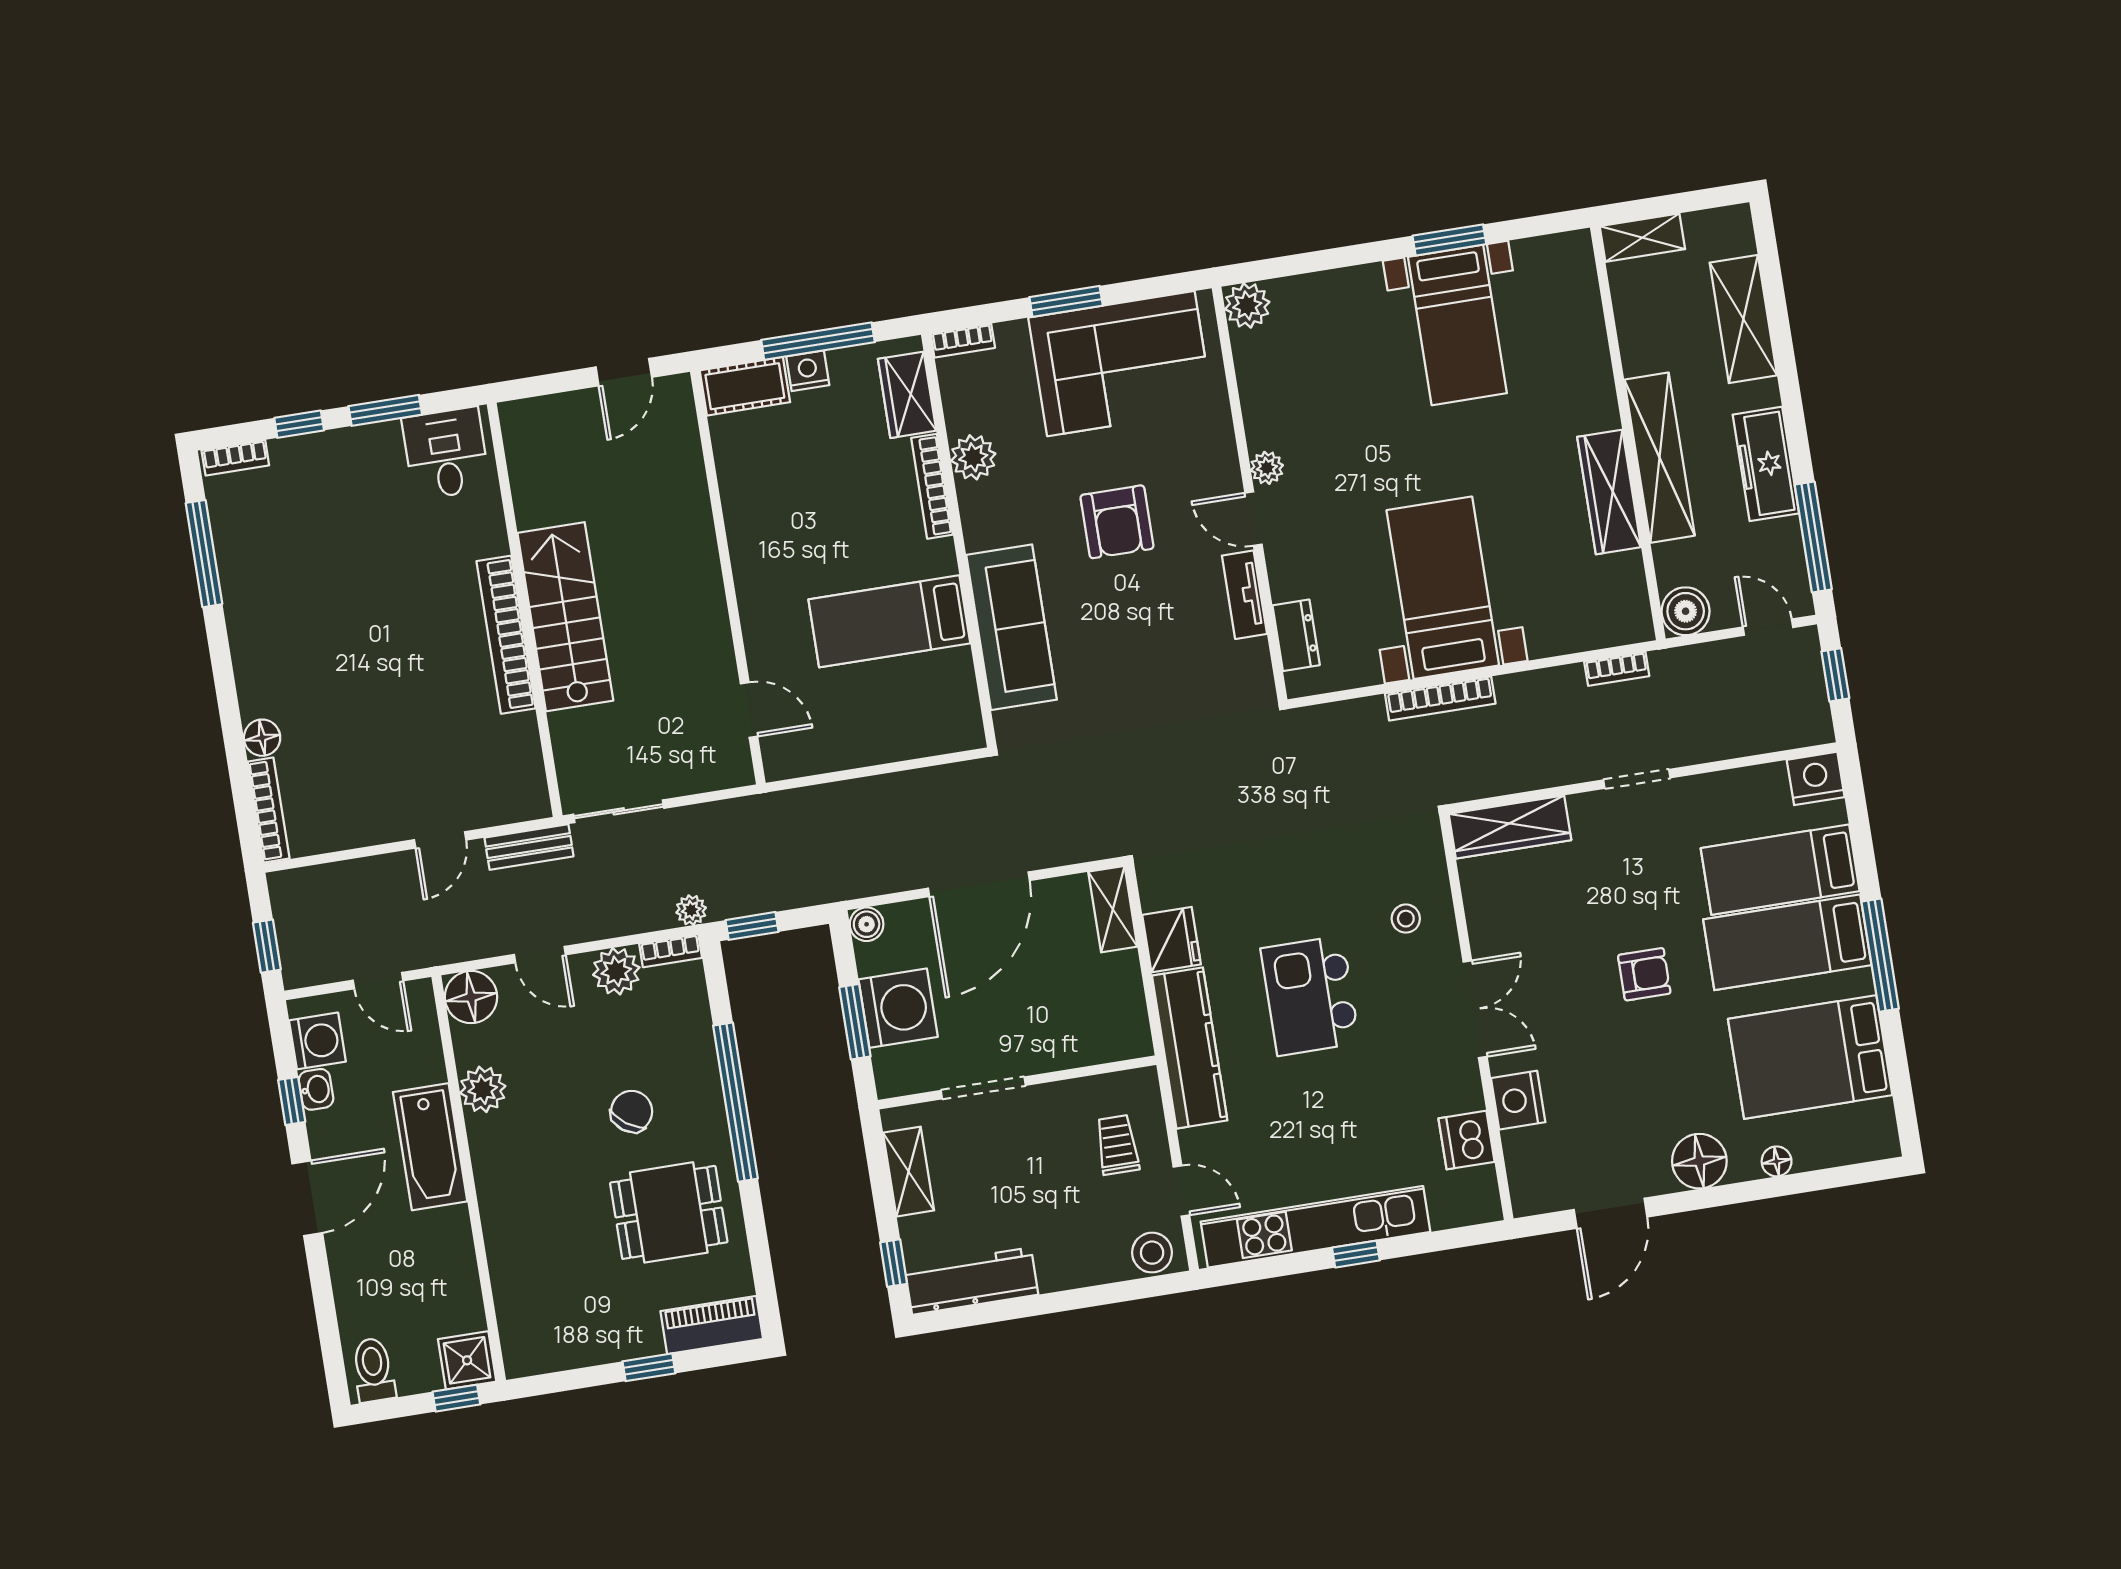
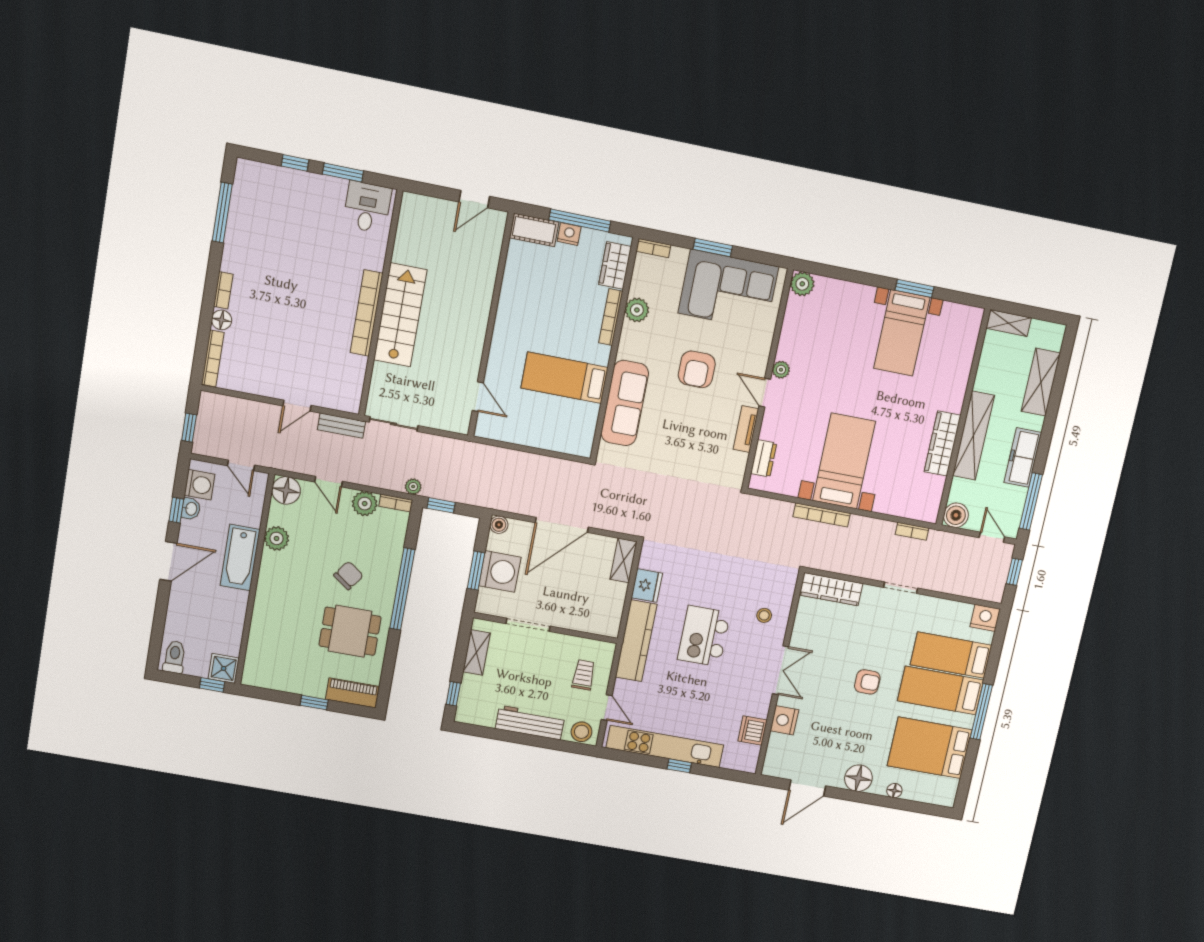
bookcase: (235, 458) -> (223, 290), moved, turned -90
workbench: (971, 1281) -> (530, 723), moved

